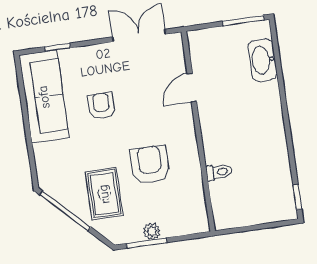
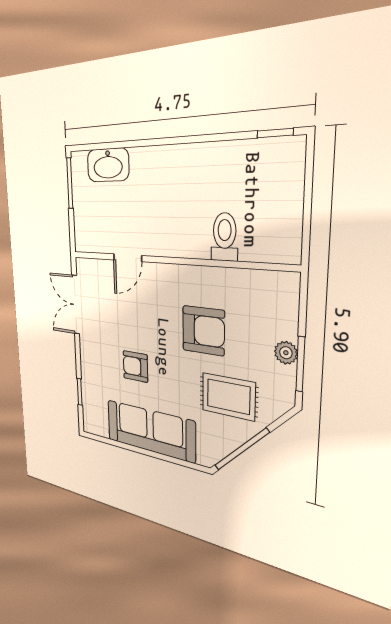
door: (192, 88) -> (128, 258), hinge flipped
sofa: (44, 97) -> (150, 431), moved
armchair: (150, 165) -> (203, 331), turned 180
toilet: (219, 172) -> (225, 237), width x1.37, depth x1.39

